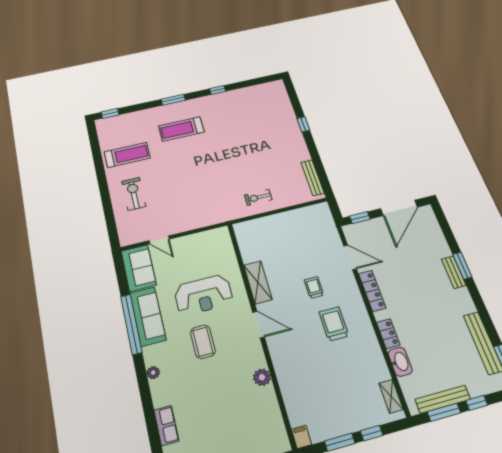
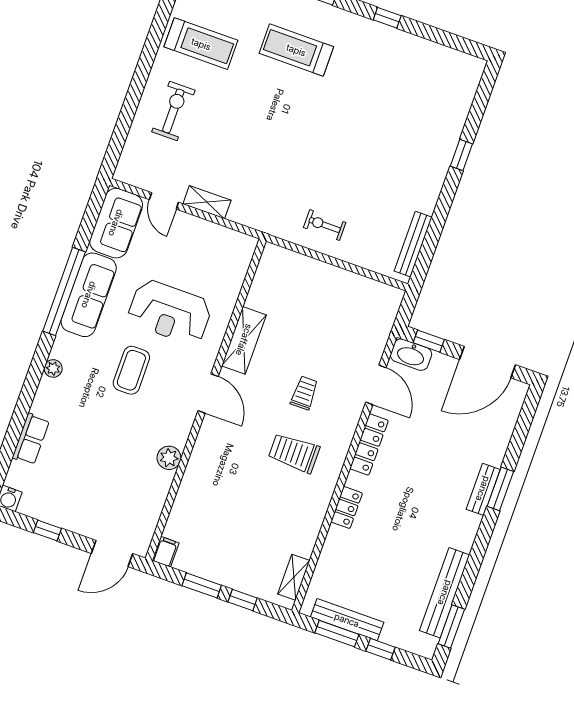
shelving: (184, 226) -> (207, 202), added
trolley: (334, 324) -> (294, 453), turned -90
washbasin: (400, 362) -> (411, 355), moved, turned 90

